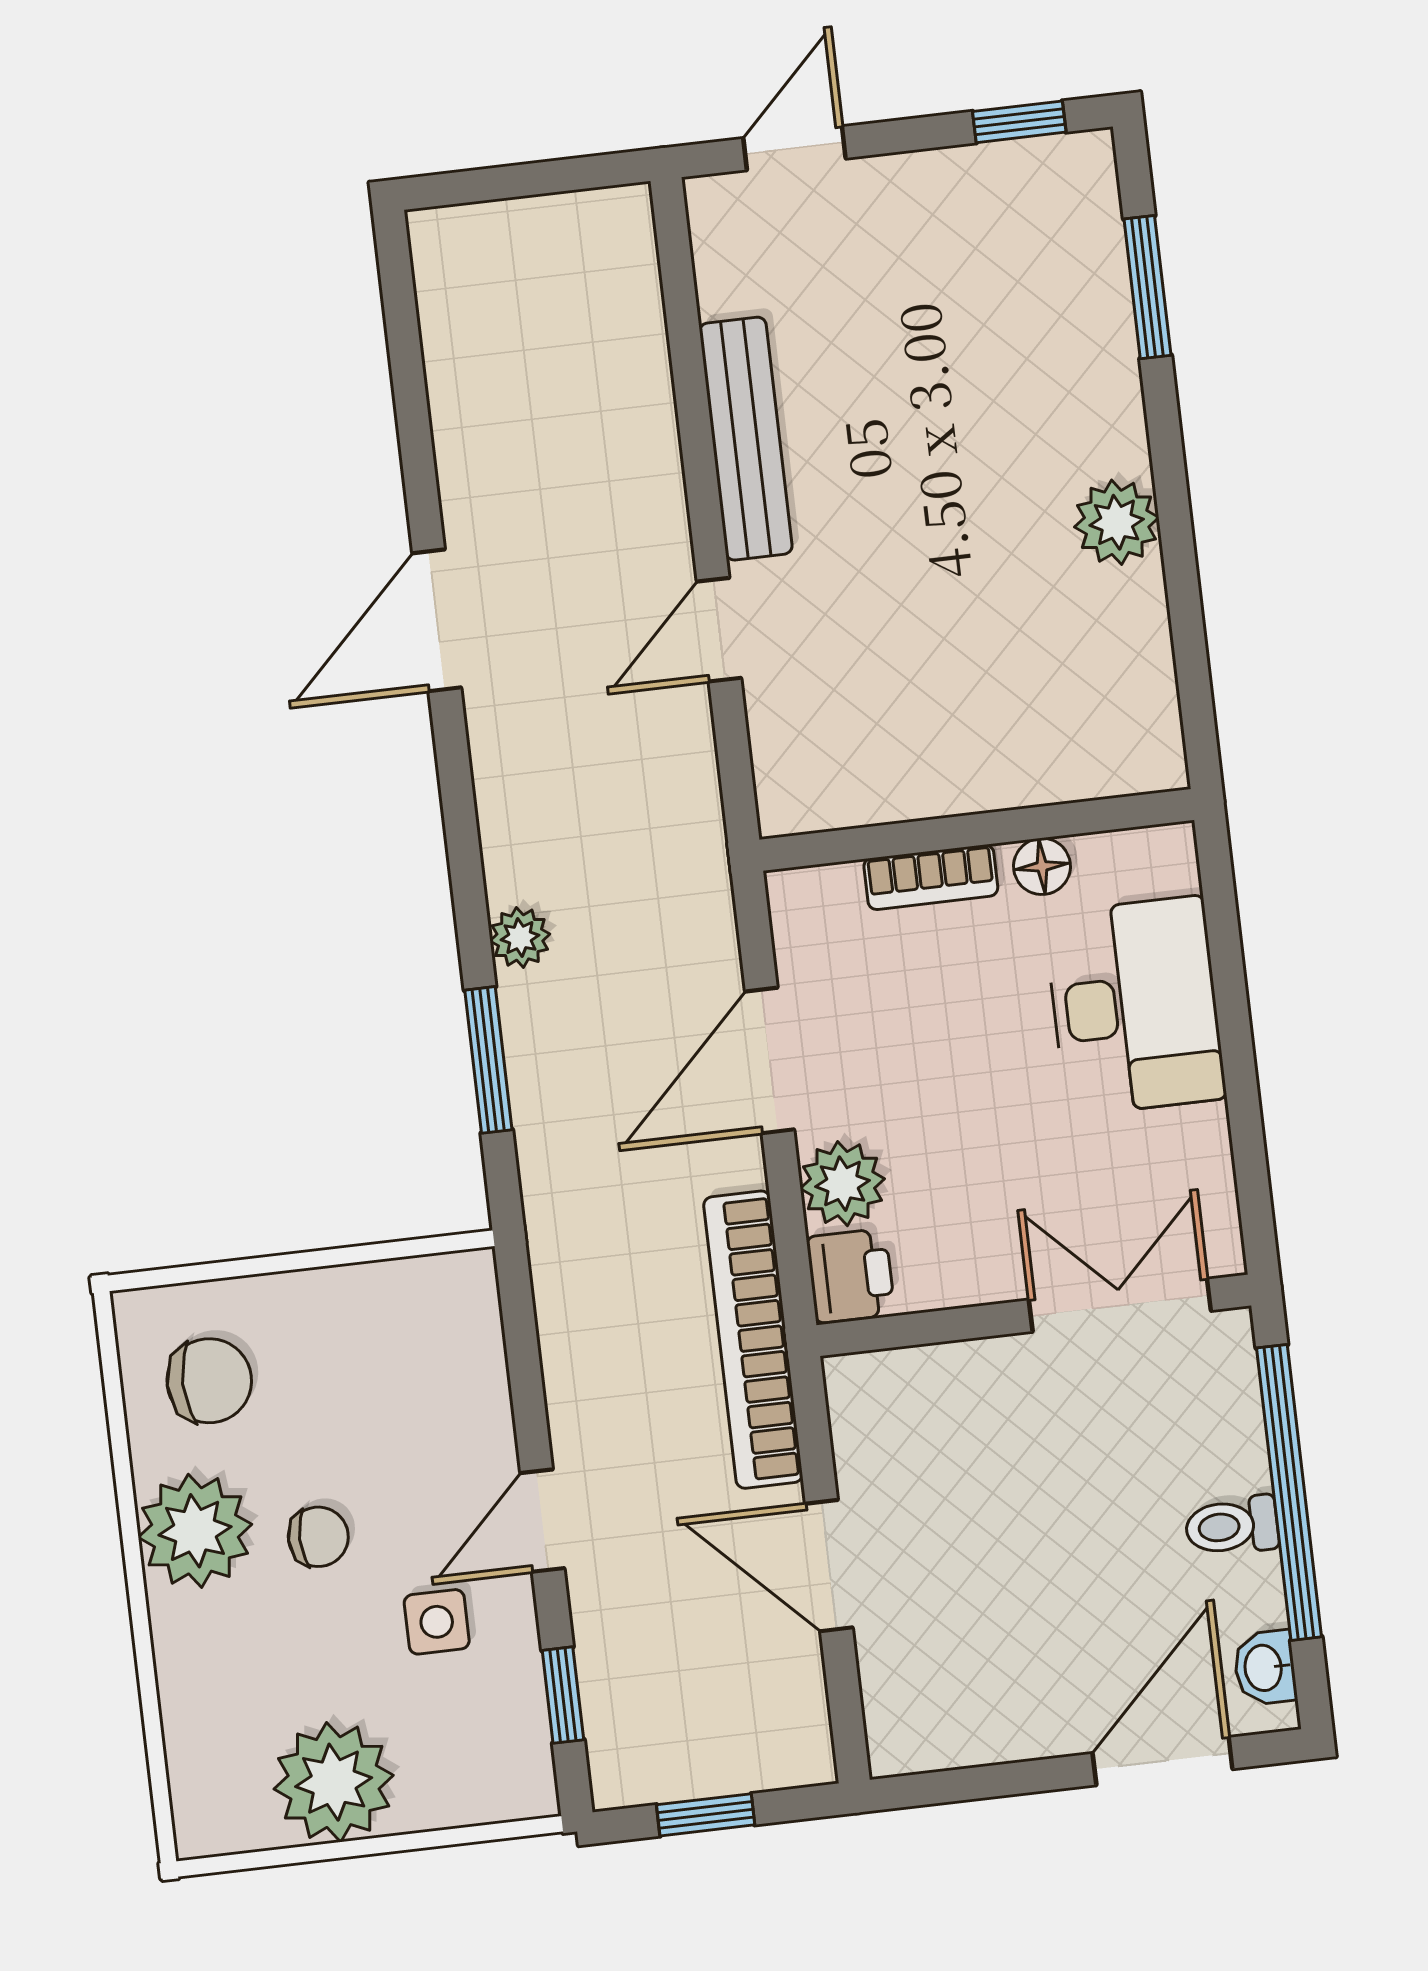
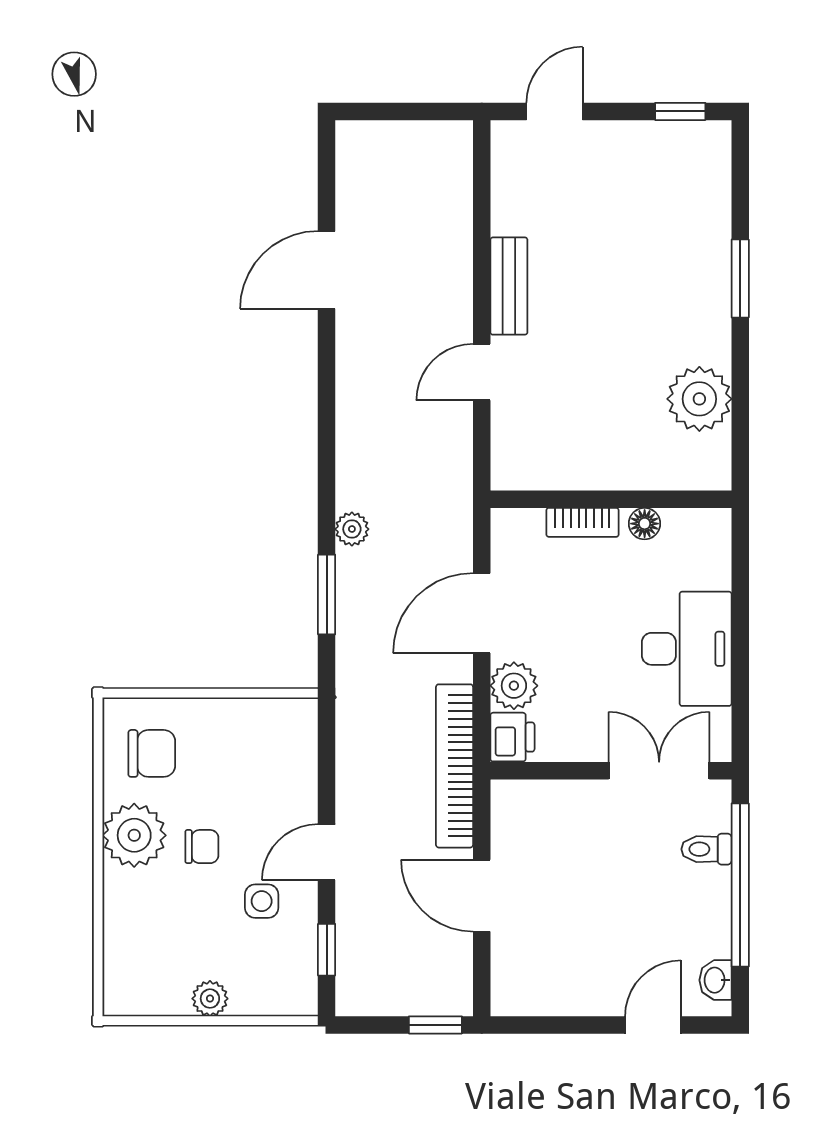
window: (1147, 287) -> (740, 278), moved
bench: (746, 439) -> (509, 286), width x0.73
plant: (1117, 522) -> (699, 399), moved, width x1.36, depth x1.36
door: (437, 620) -> (327, 270), moved
desk: (1135, 1006) -> (687, 649), moved
toilet: (1232, 1526) -> (706, 849), moved
door: (1163, 1761) -> (653, 1025), width x0.73
plant: (334, 1782) -> (210, 999), width x0.53, depth x0.53
window: (706, 1815) -> (435, 1025), moved

